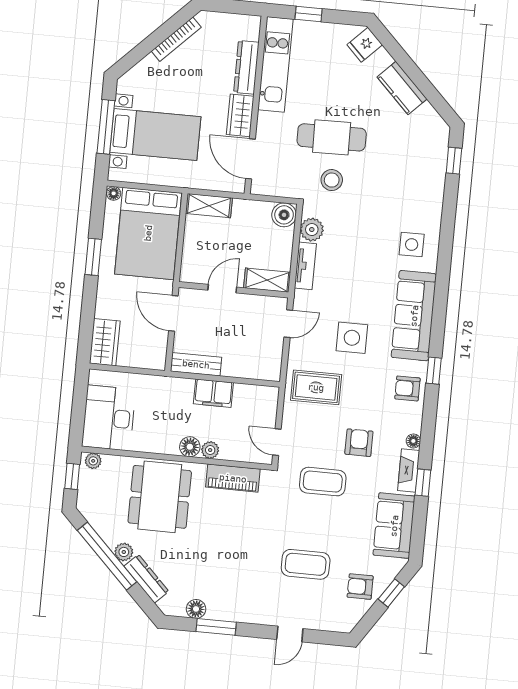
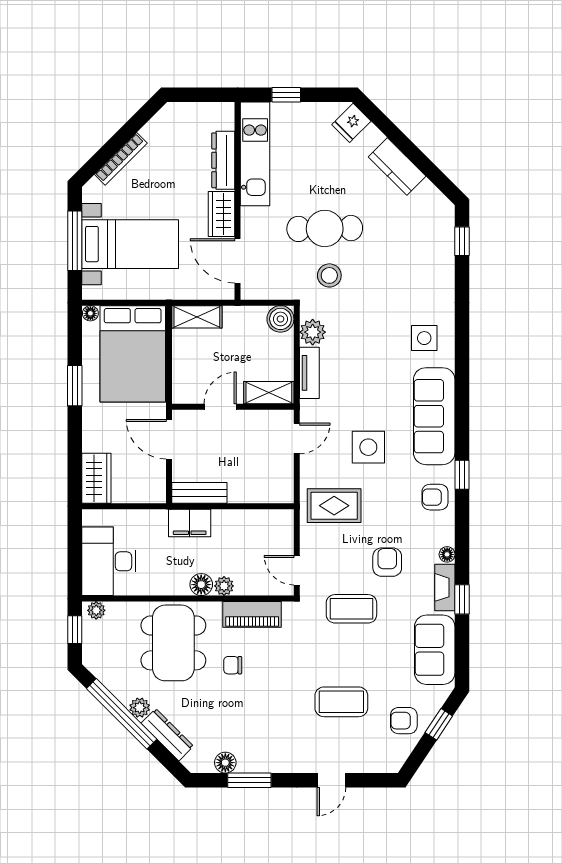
bookcase: (176, 39) -> (121, 159), moved
filing cabinet: (213, 393) -> (190, 523), moved
chair: (211, 522) -> (233, 665), added

